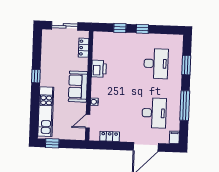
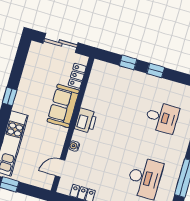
desk: (156, 64) -> (162, 117), width x0.73
printer: (99, 69) -> (86, 121), moved
sofa: (78, 87) -> (63, 106), moved

